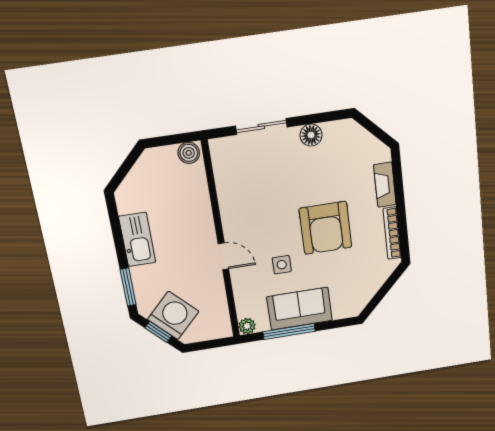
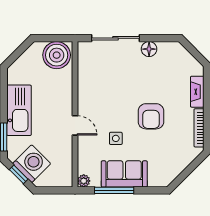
sliding door: (261, 126) -> (115, 38), width x1.37
boiler: (189, 153) -> (57, 55), width x1.86, depth x1.86
armchair: (326, 228) -> (151, 116), width x0.73, depth x0.73
kitchen sink: (137, 239) -> (19, 110), width x1.36, depth x1.24

